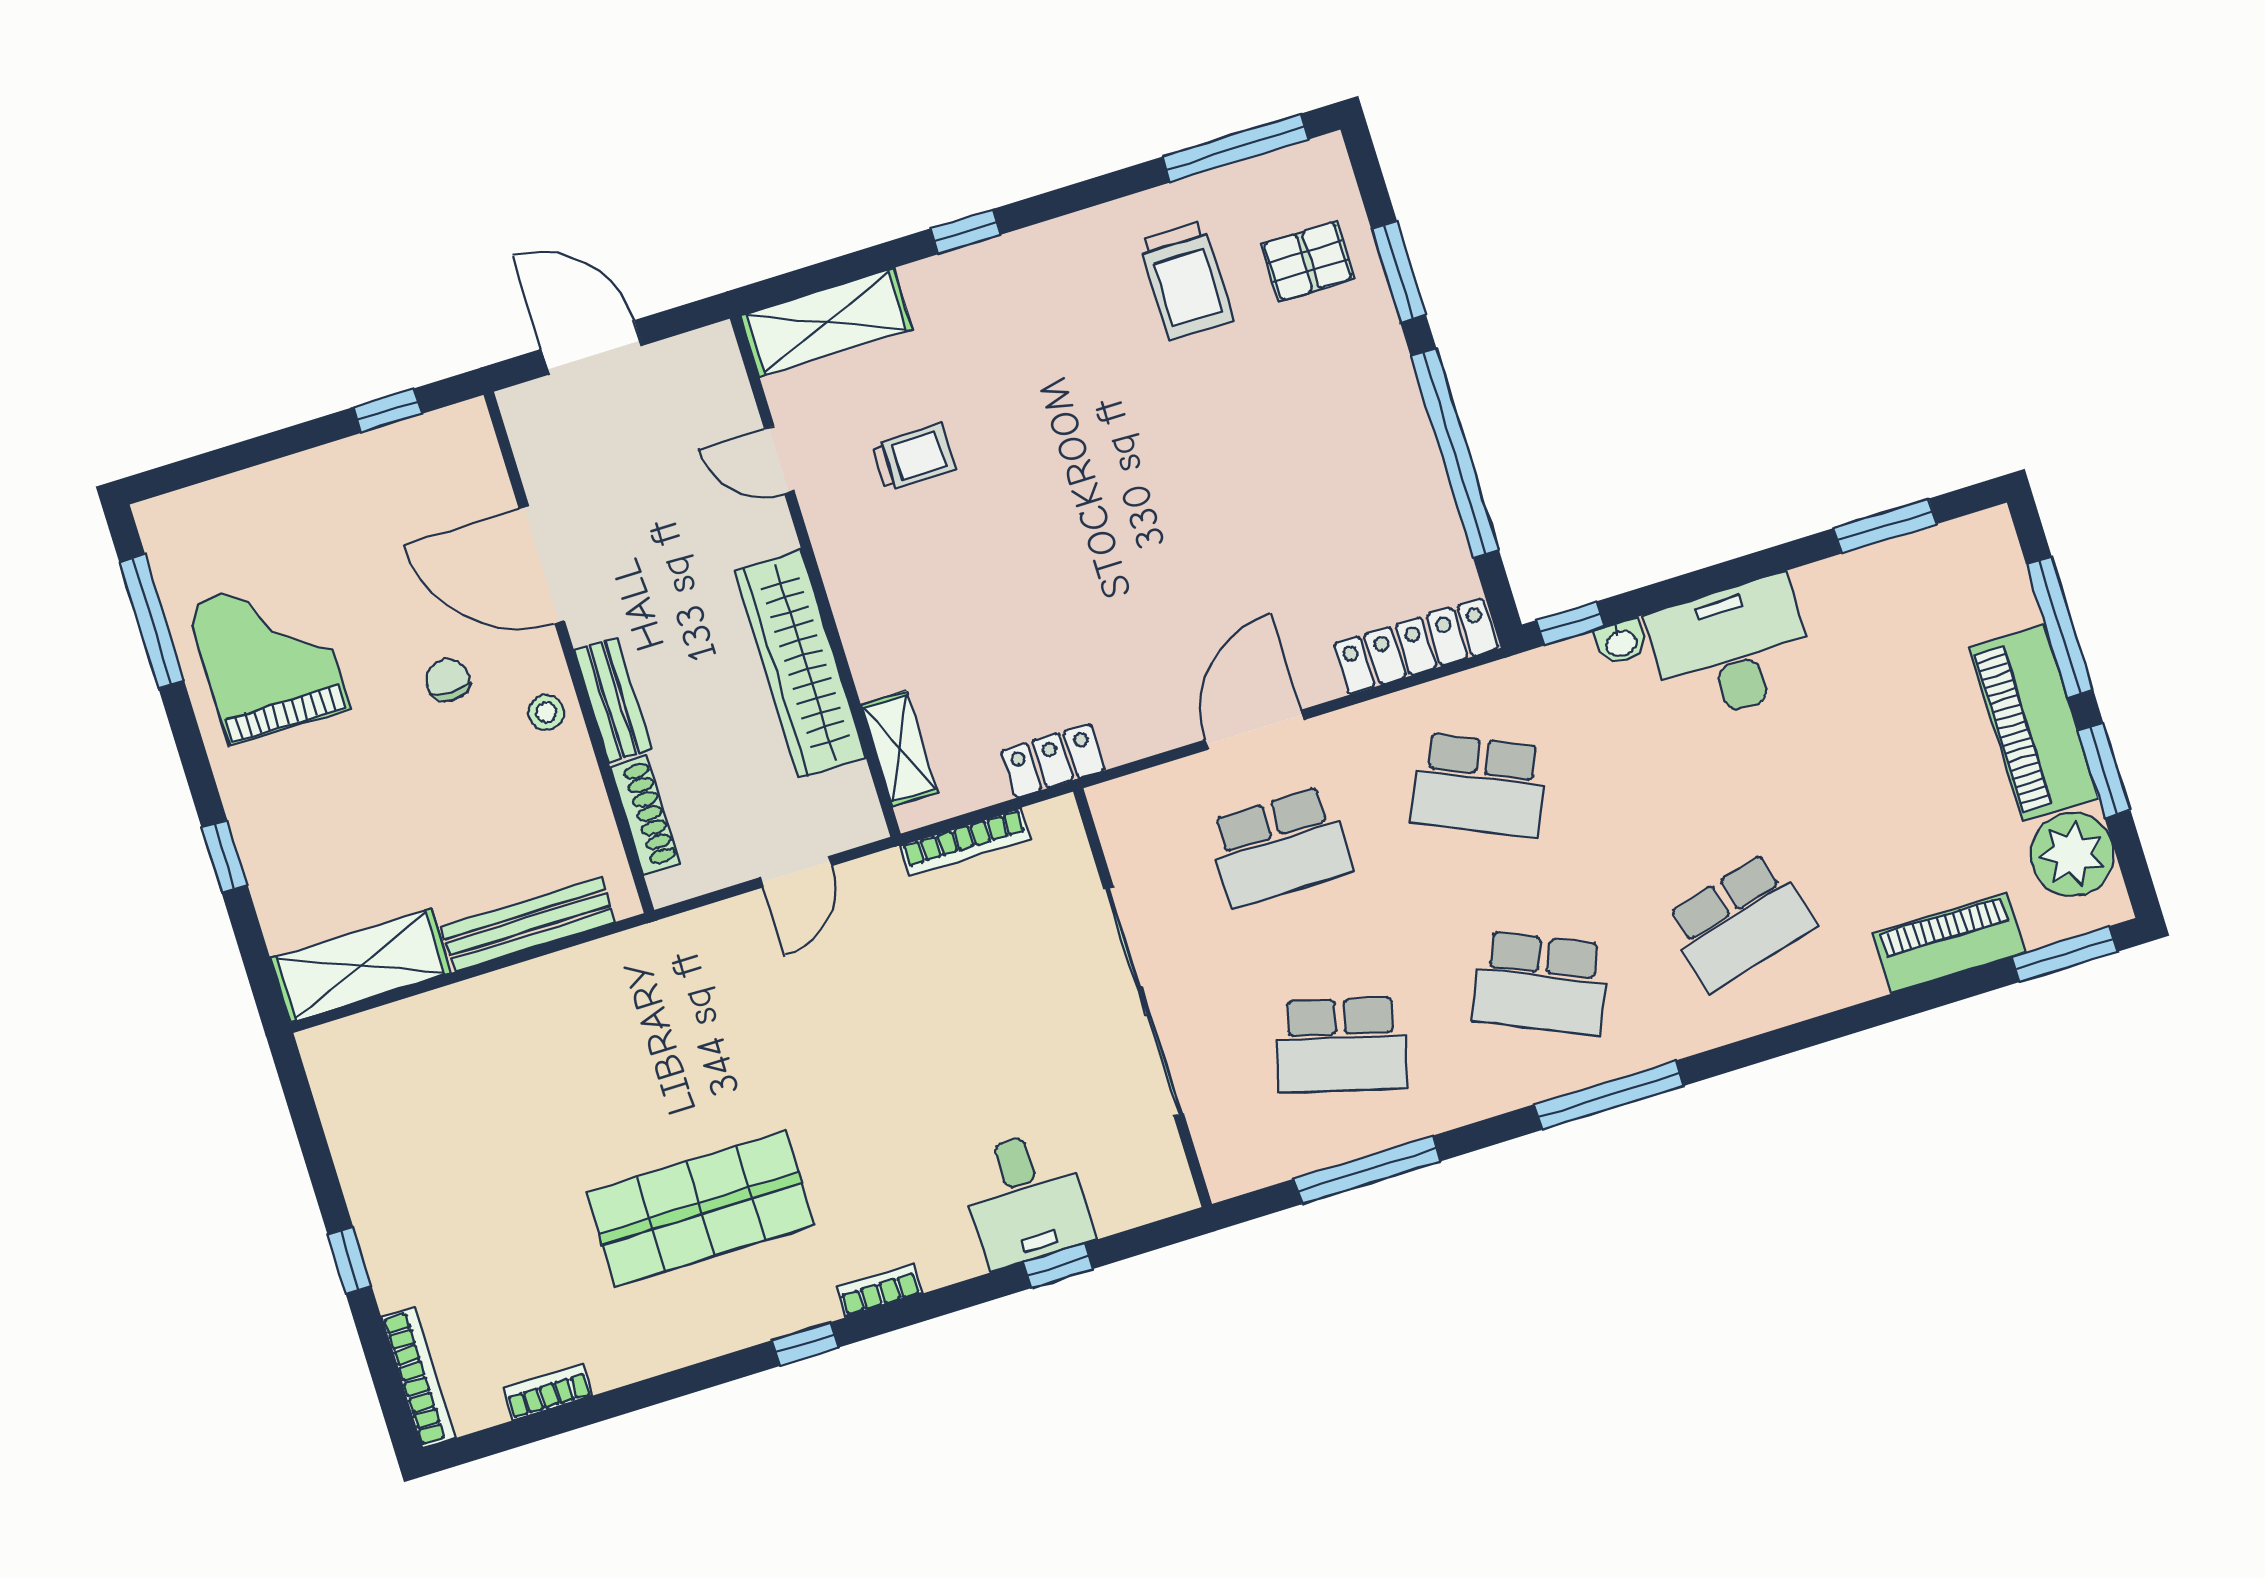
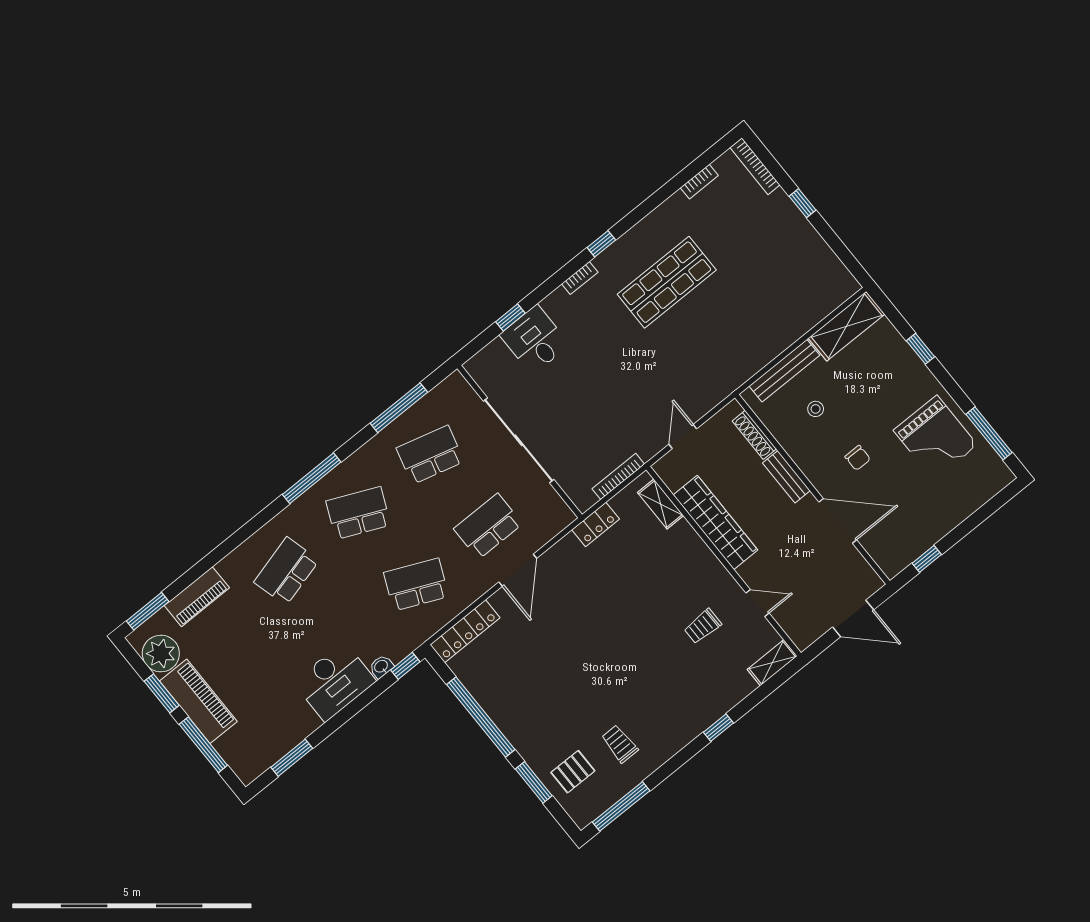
trolley: (1186, 280) -> (620, 744), width x0.73, depth x0.72
shelving: (826, 322) -> (772, 663), width x0.67, depth x0.75
stool: (546, 712) -> (816, 409), moved

